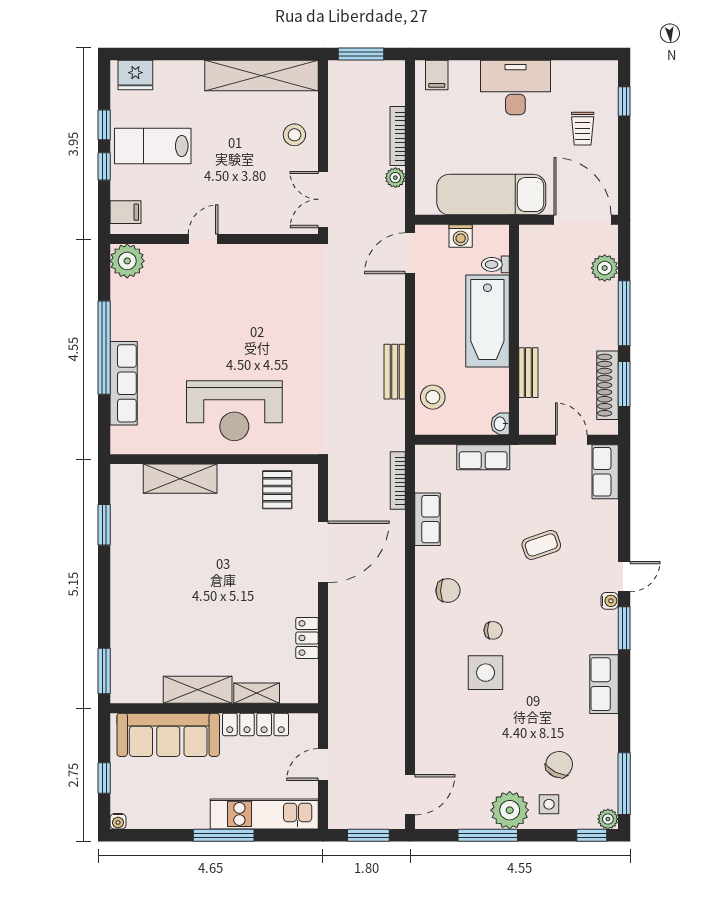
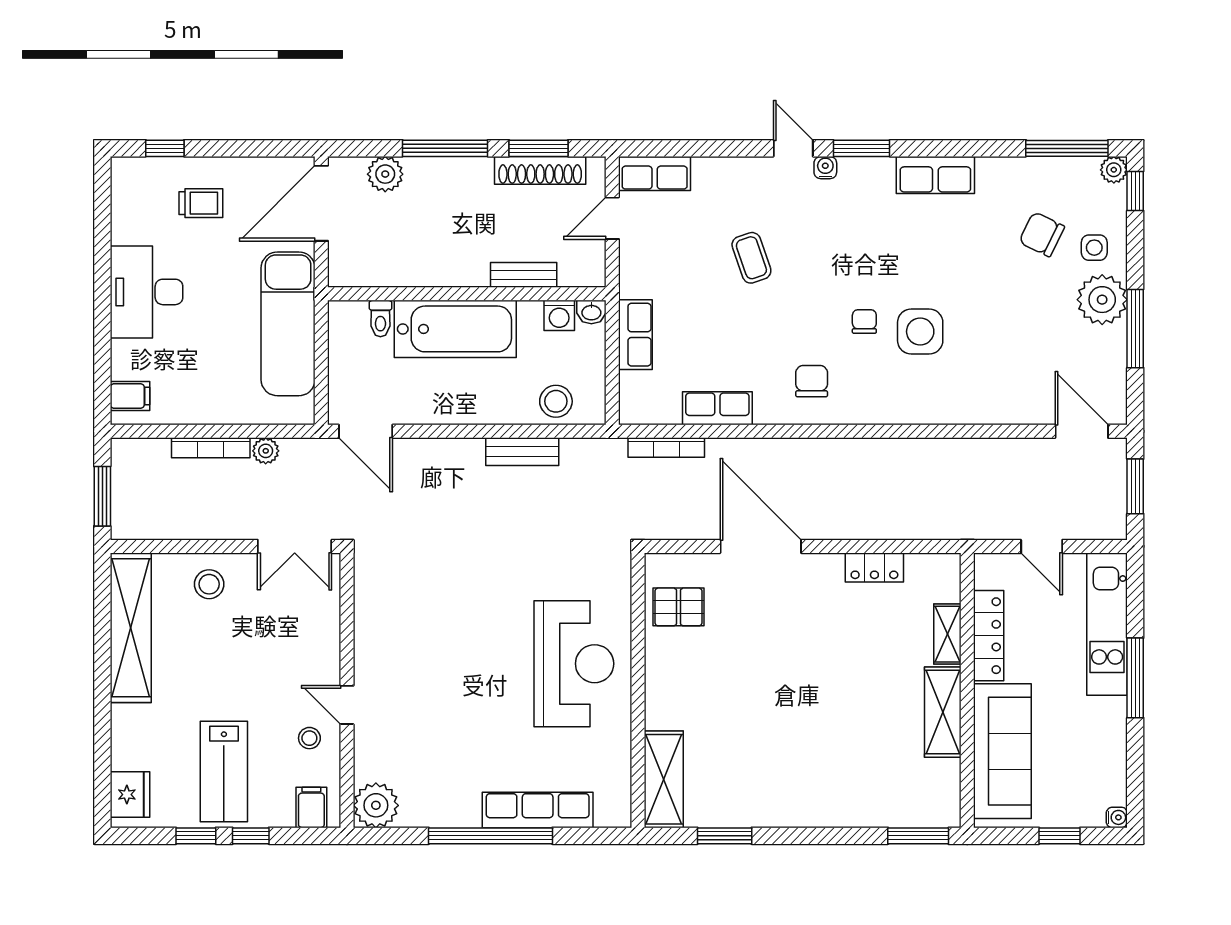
stool: (178, 211) -> (309, 738), added
washing machine: (461, 236) -> (559, 315), moved, turned 90
shelving: (180, 479) -> (664, 779), moved

